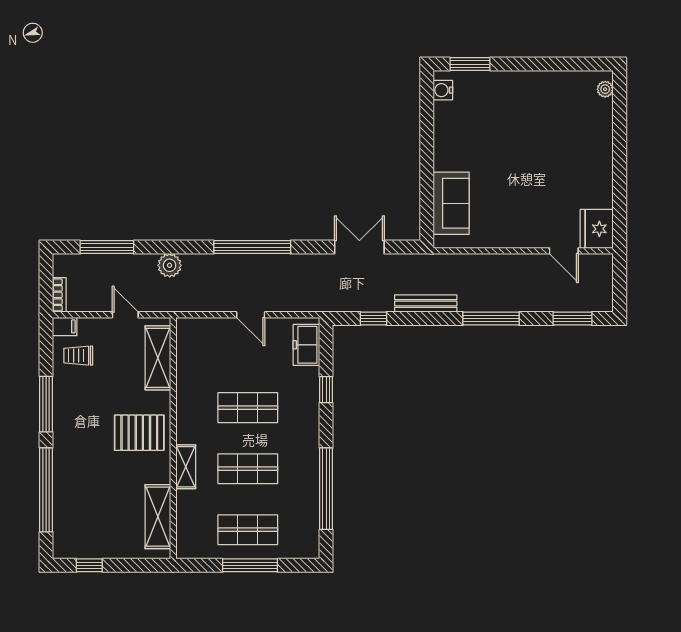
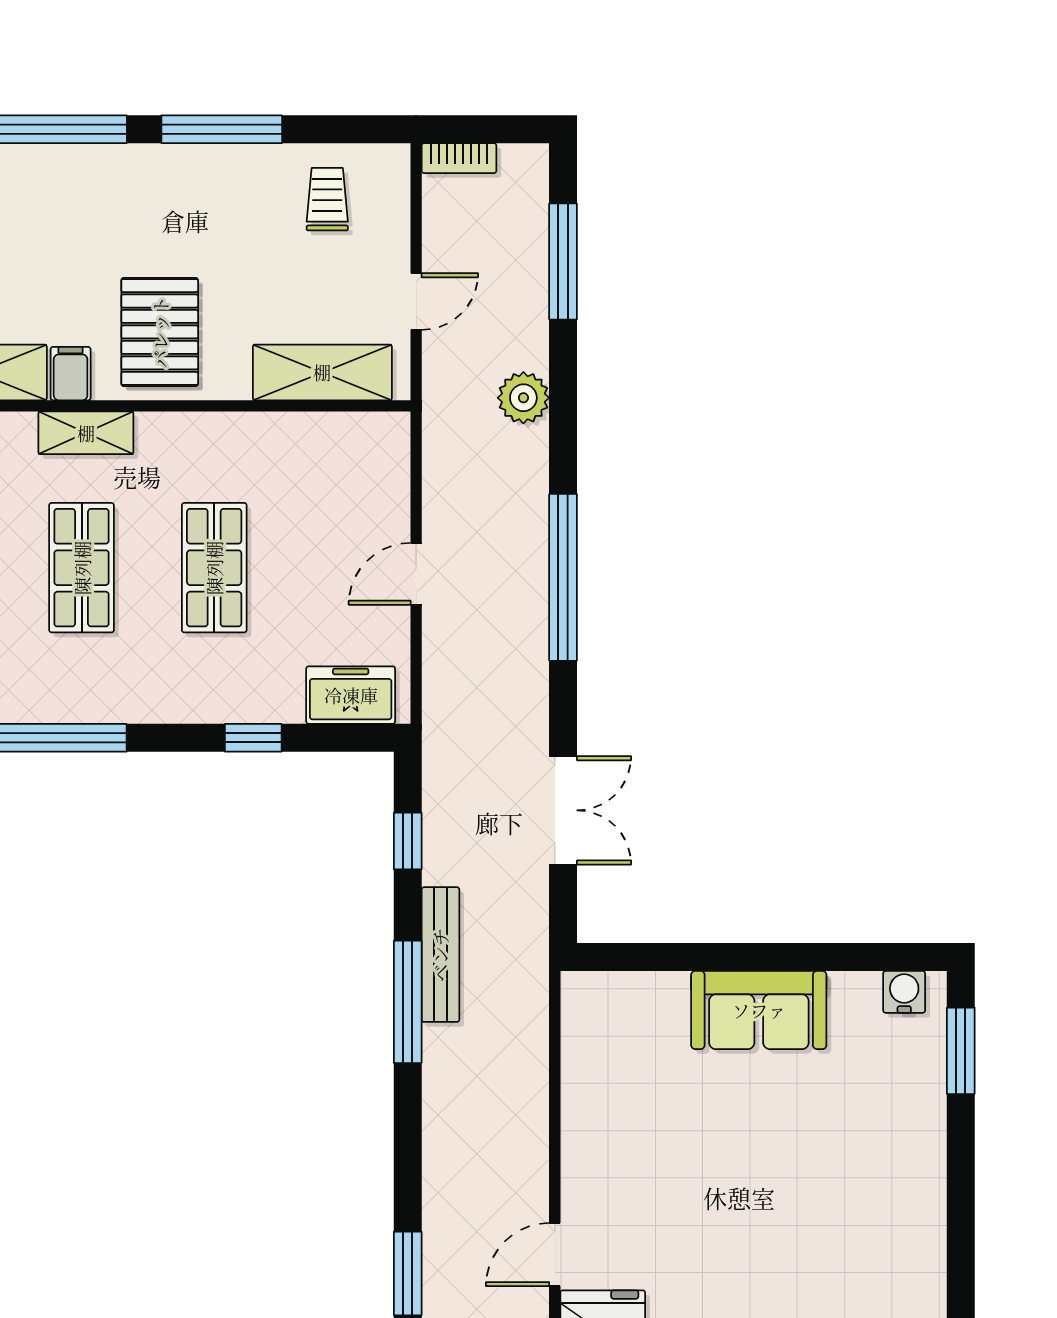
sofa: (451, 203) -> (759, 1010), moved
window: (491, 319) -> (408, 1002), moved
filing cabinet: (65, 326) -> (71, 374), moved, turned 180

